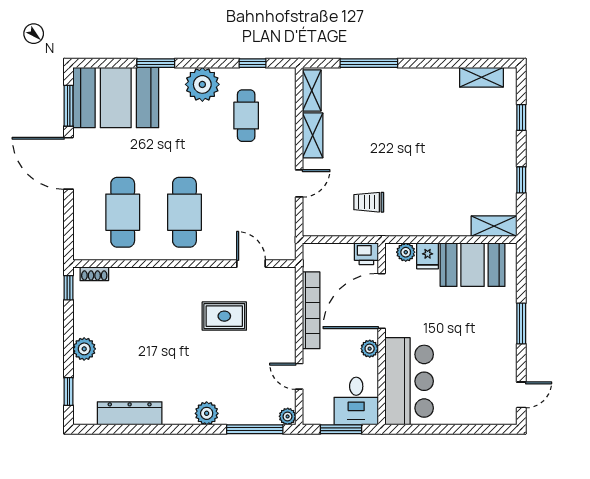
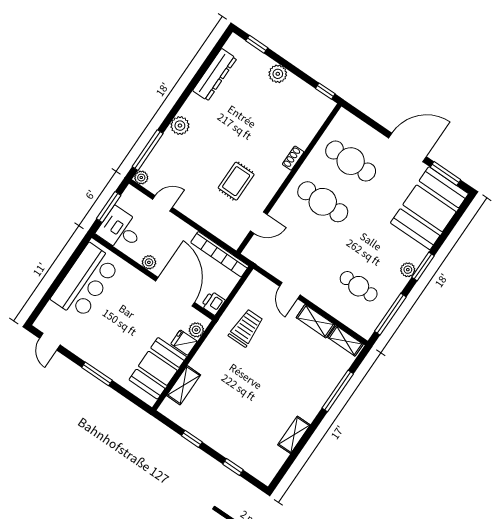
window: (156, 63) -> (423, 267), moved
window: (252, 63) -> (390, 314), width x2.17
shelving: (481, 77) -> (294, 435), moved
plant: (202, 84) -> (408, 270), width x0.53, depth x0.53
trolley: (369, 202) -> (246, 328), width x1.36, depth x1.39
shelving: (494, 226) -> (184, 385), moved
shoe rack: (94, 274) -> (293, 158), moved
bookcase: (311, 310) -> (220, 254), moved
bar counter: (409, 381) -> (85, 281), moved, turned -90

